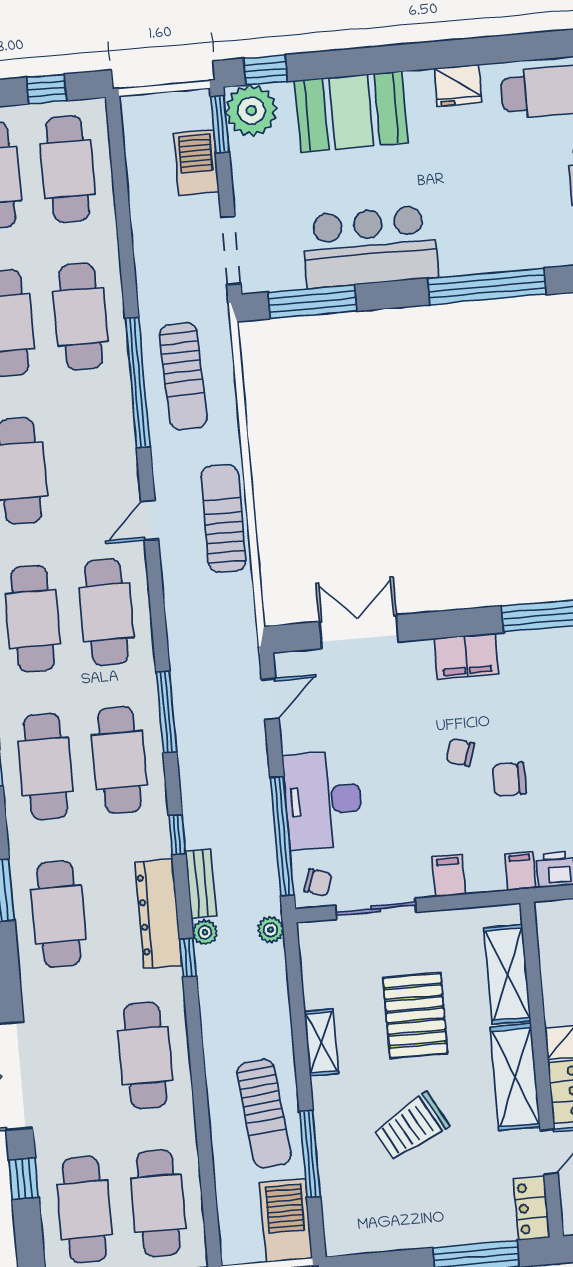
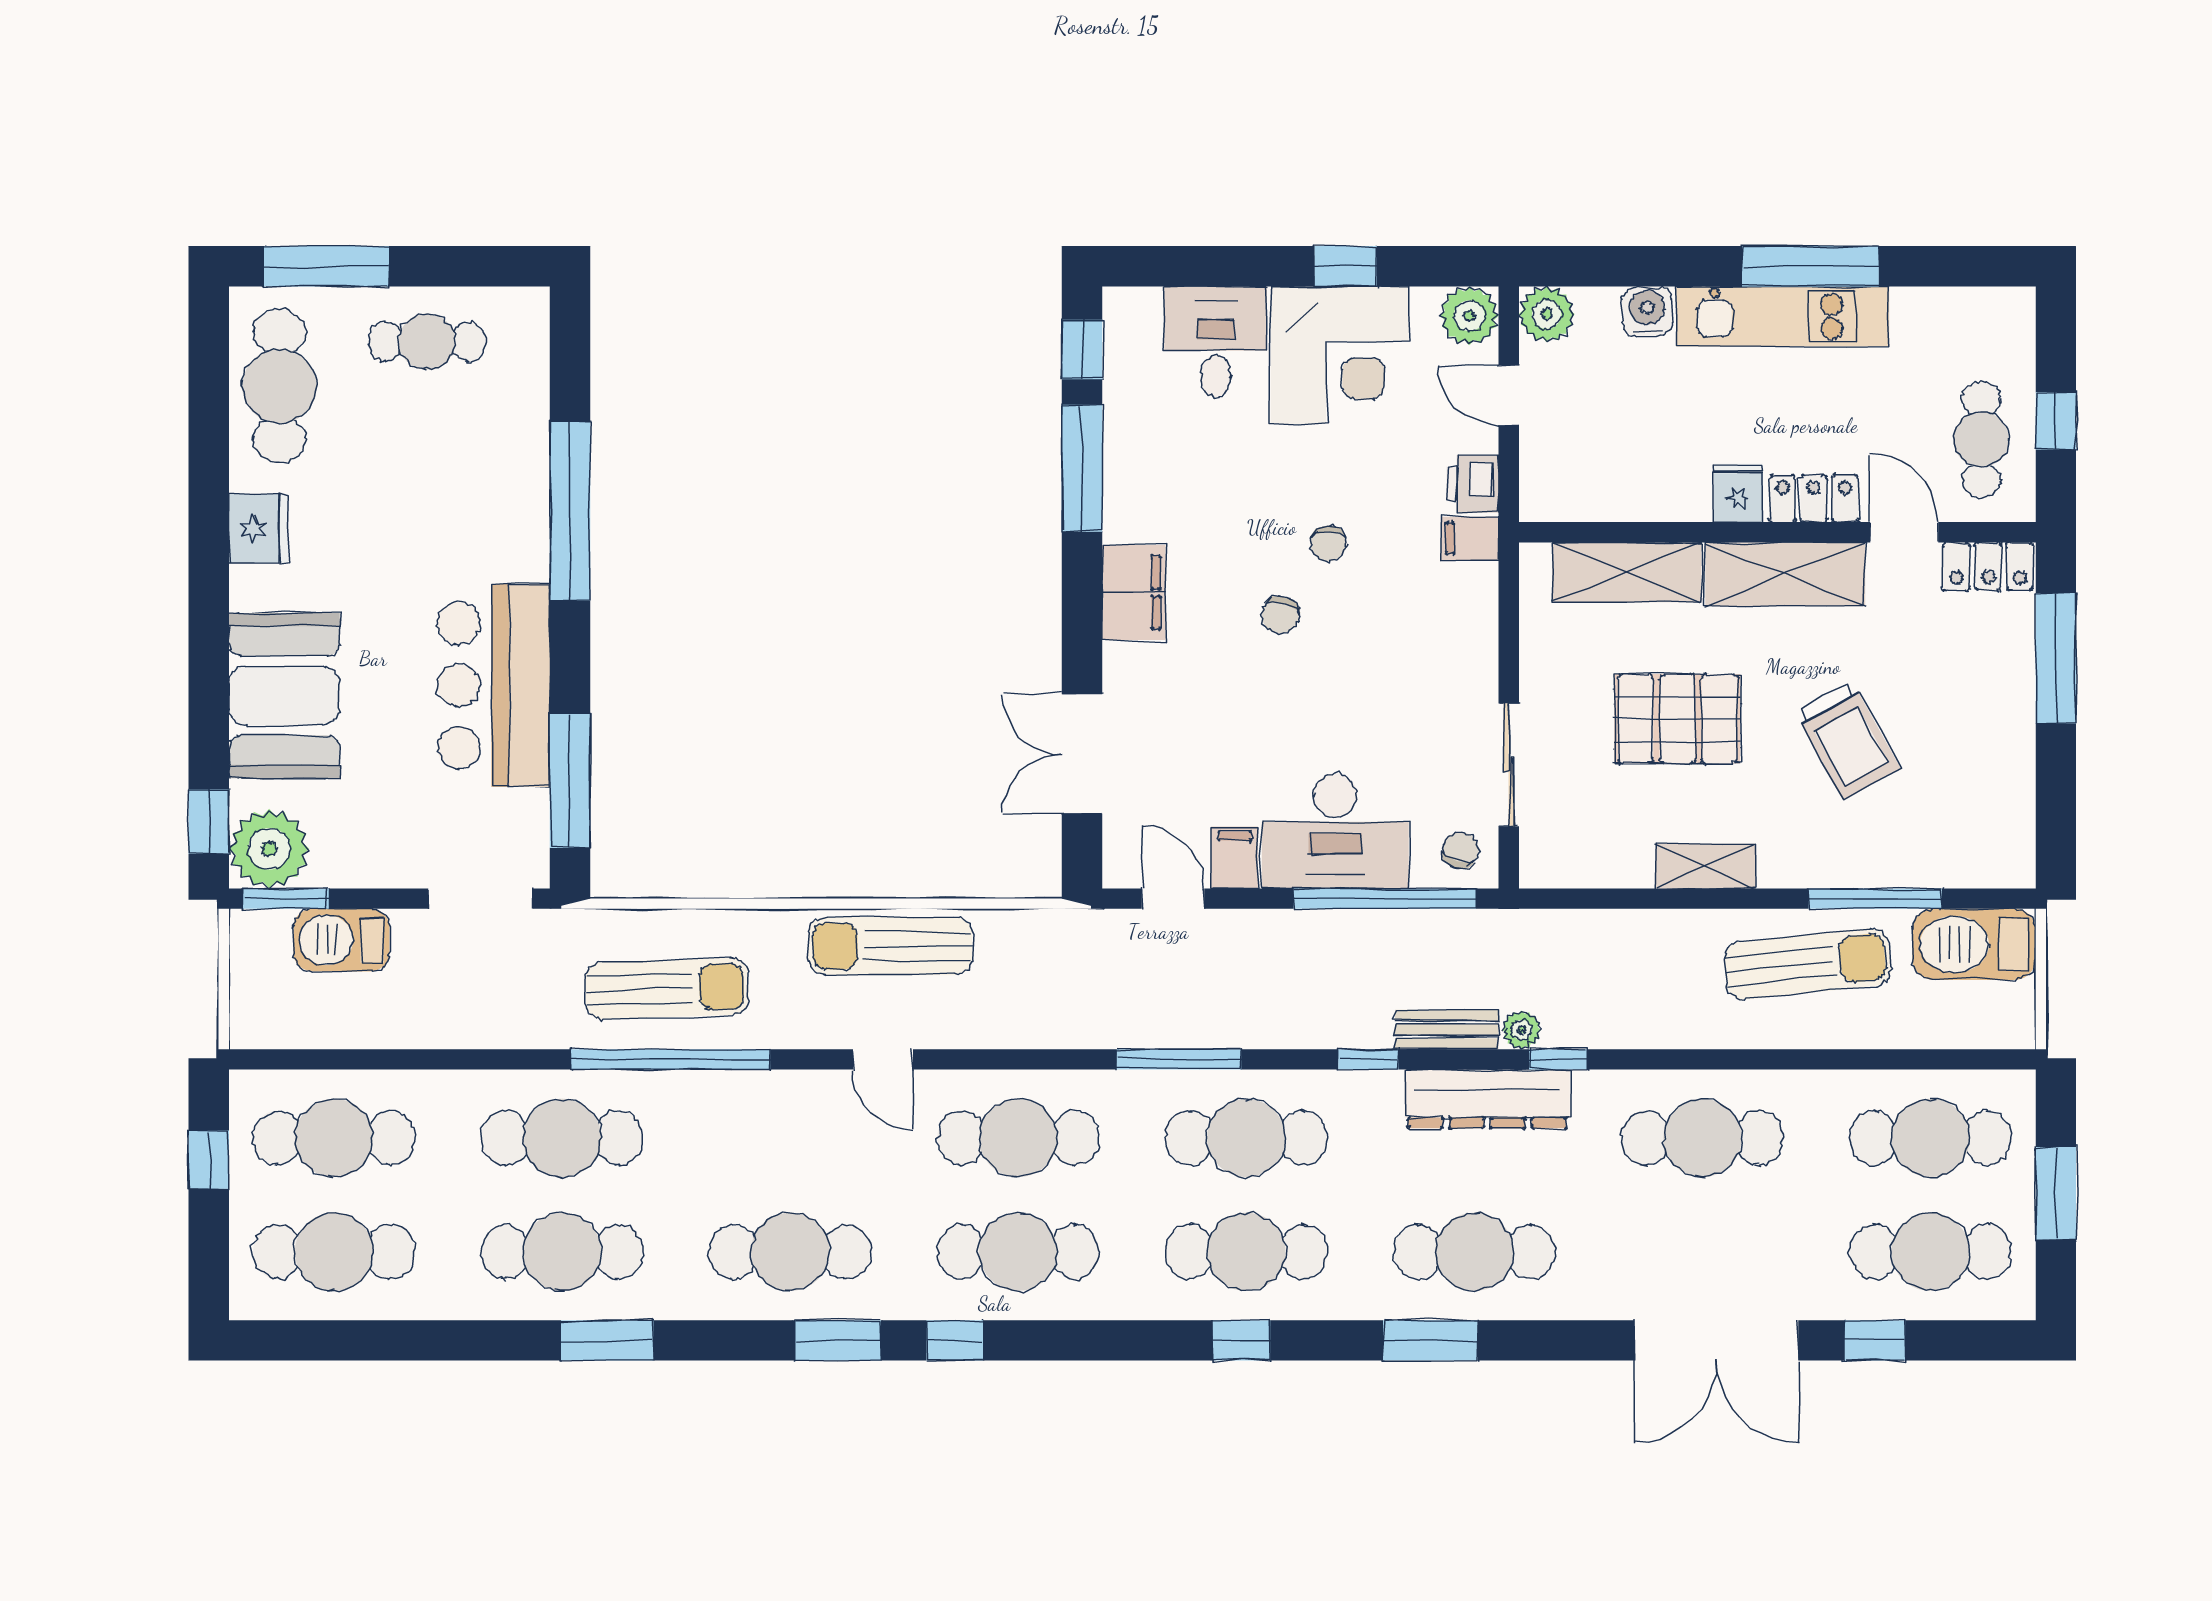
chair: (509, 779) -> (1328, 543), width x0.73, depth x0.73
filing cabinet: (449, 876) -> (1234, 858), moved, turned 90
plant: (271, 930) -> (1527, 929), removed

